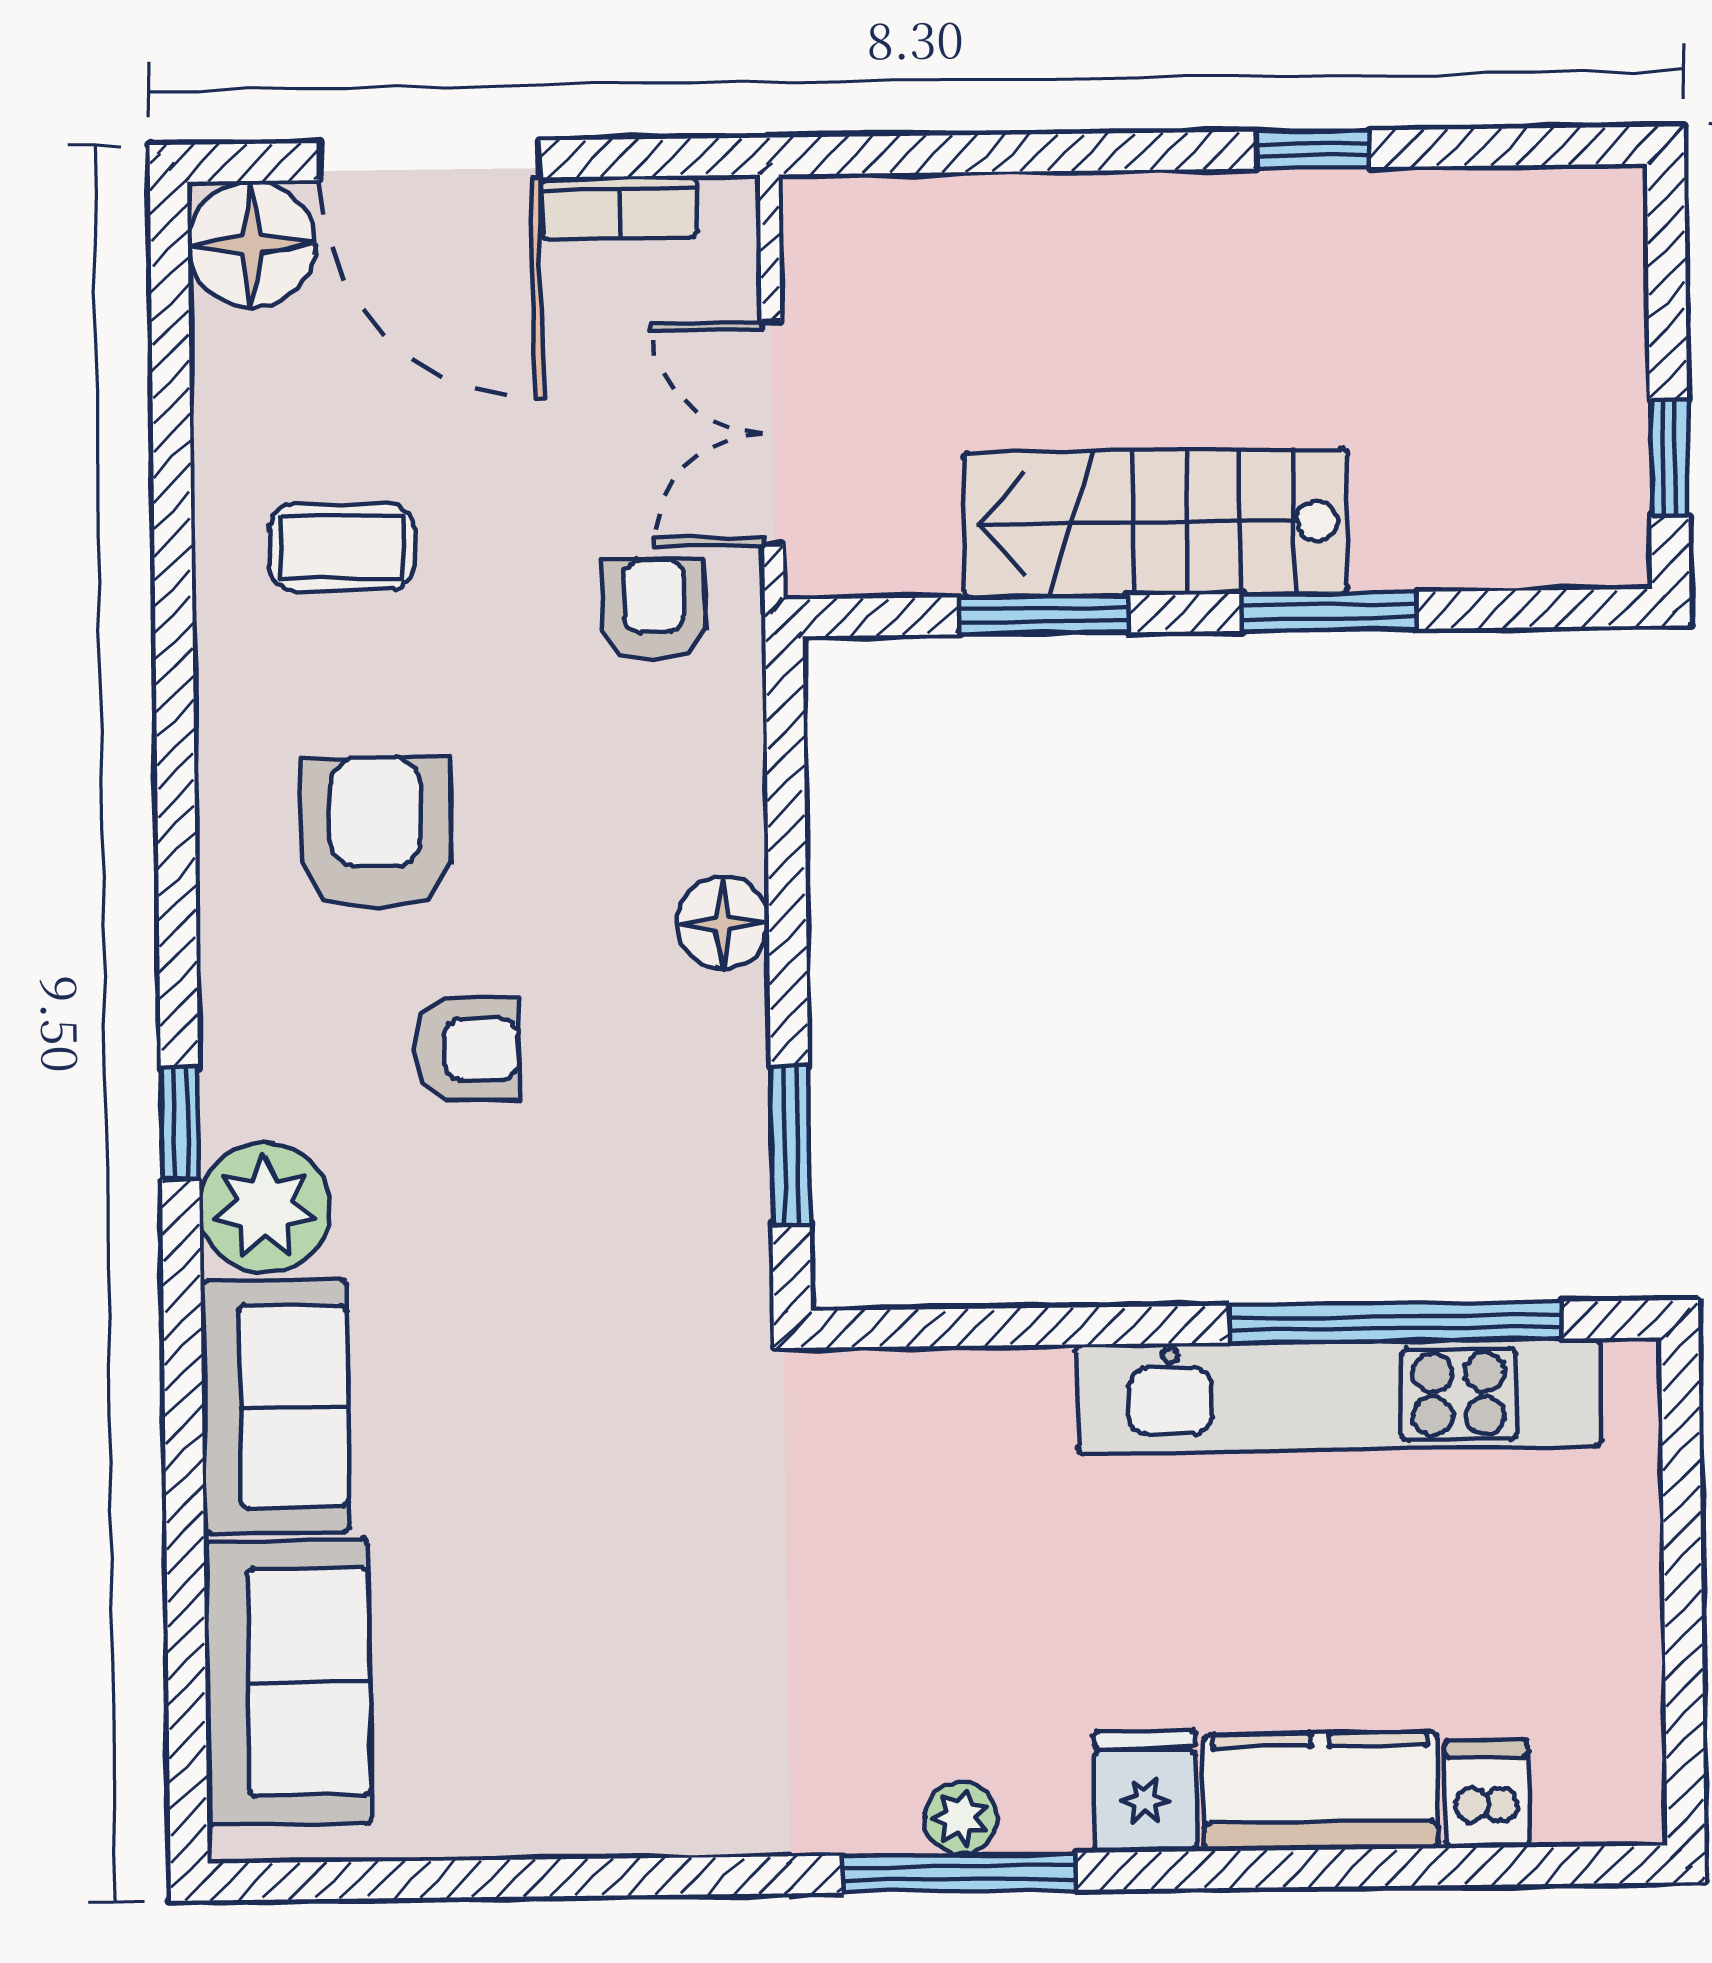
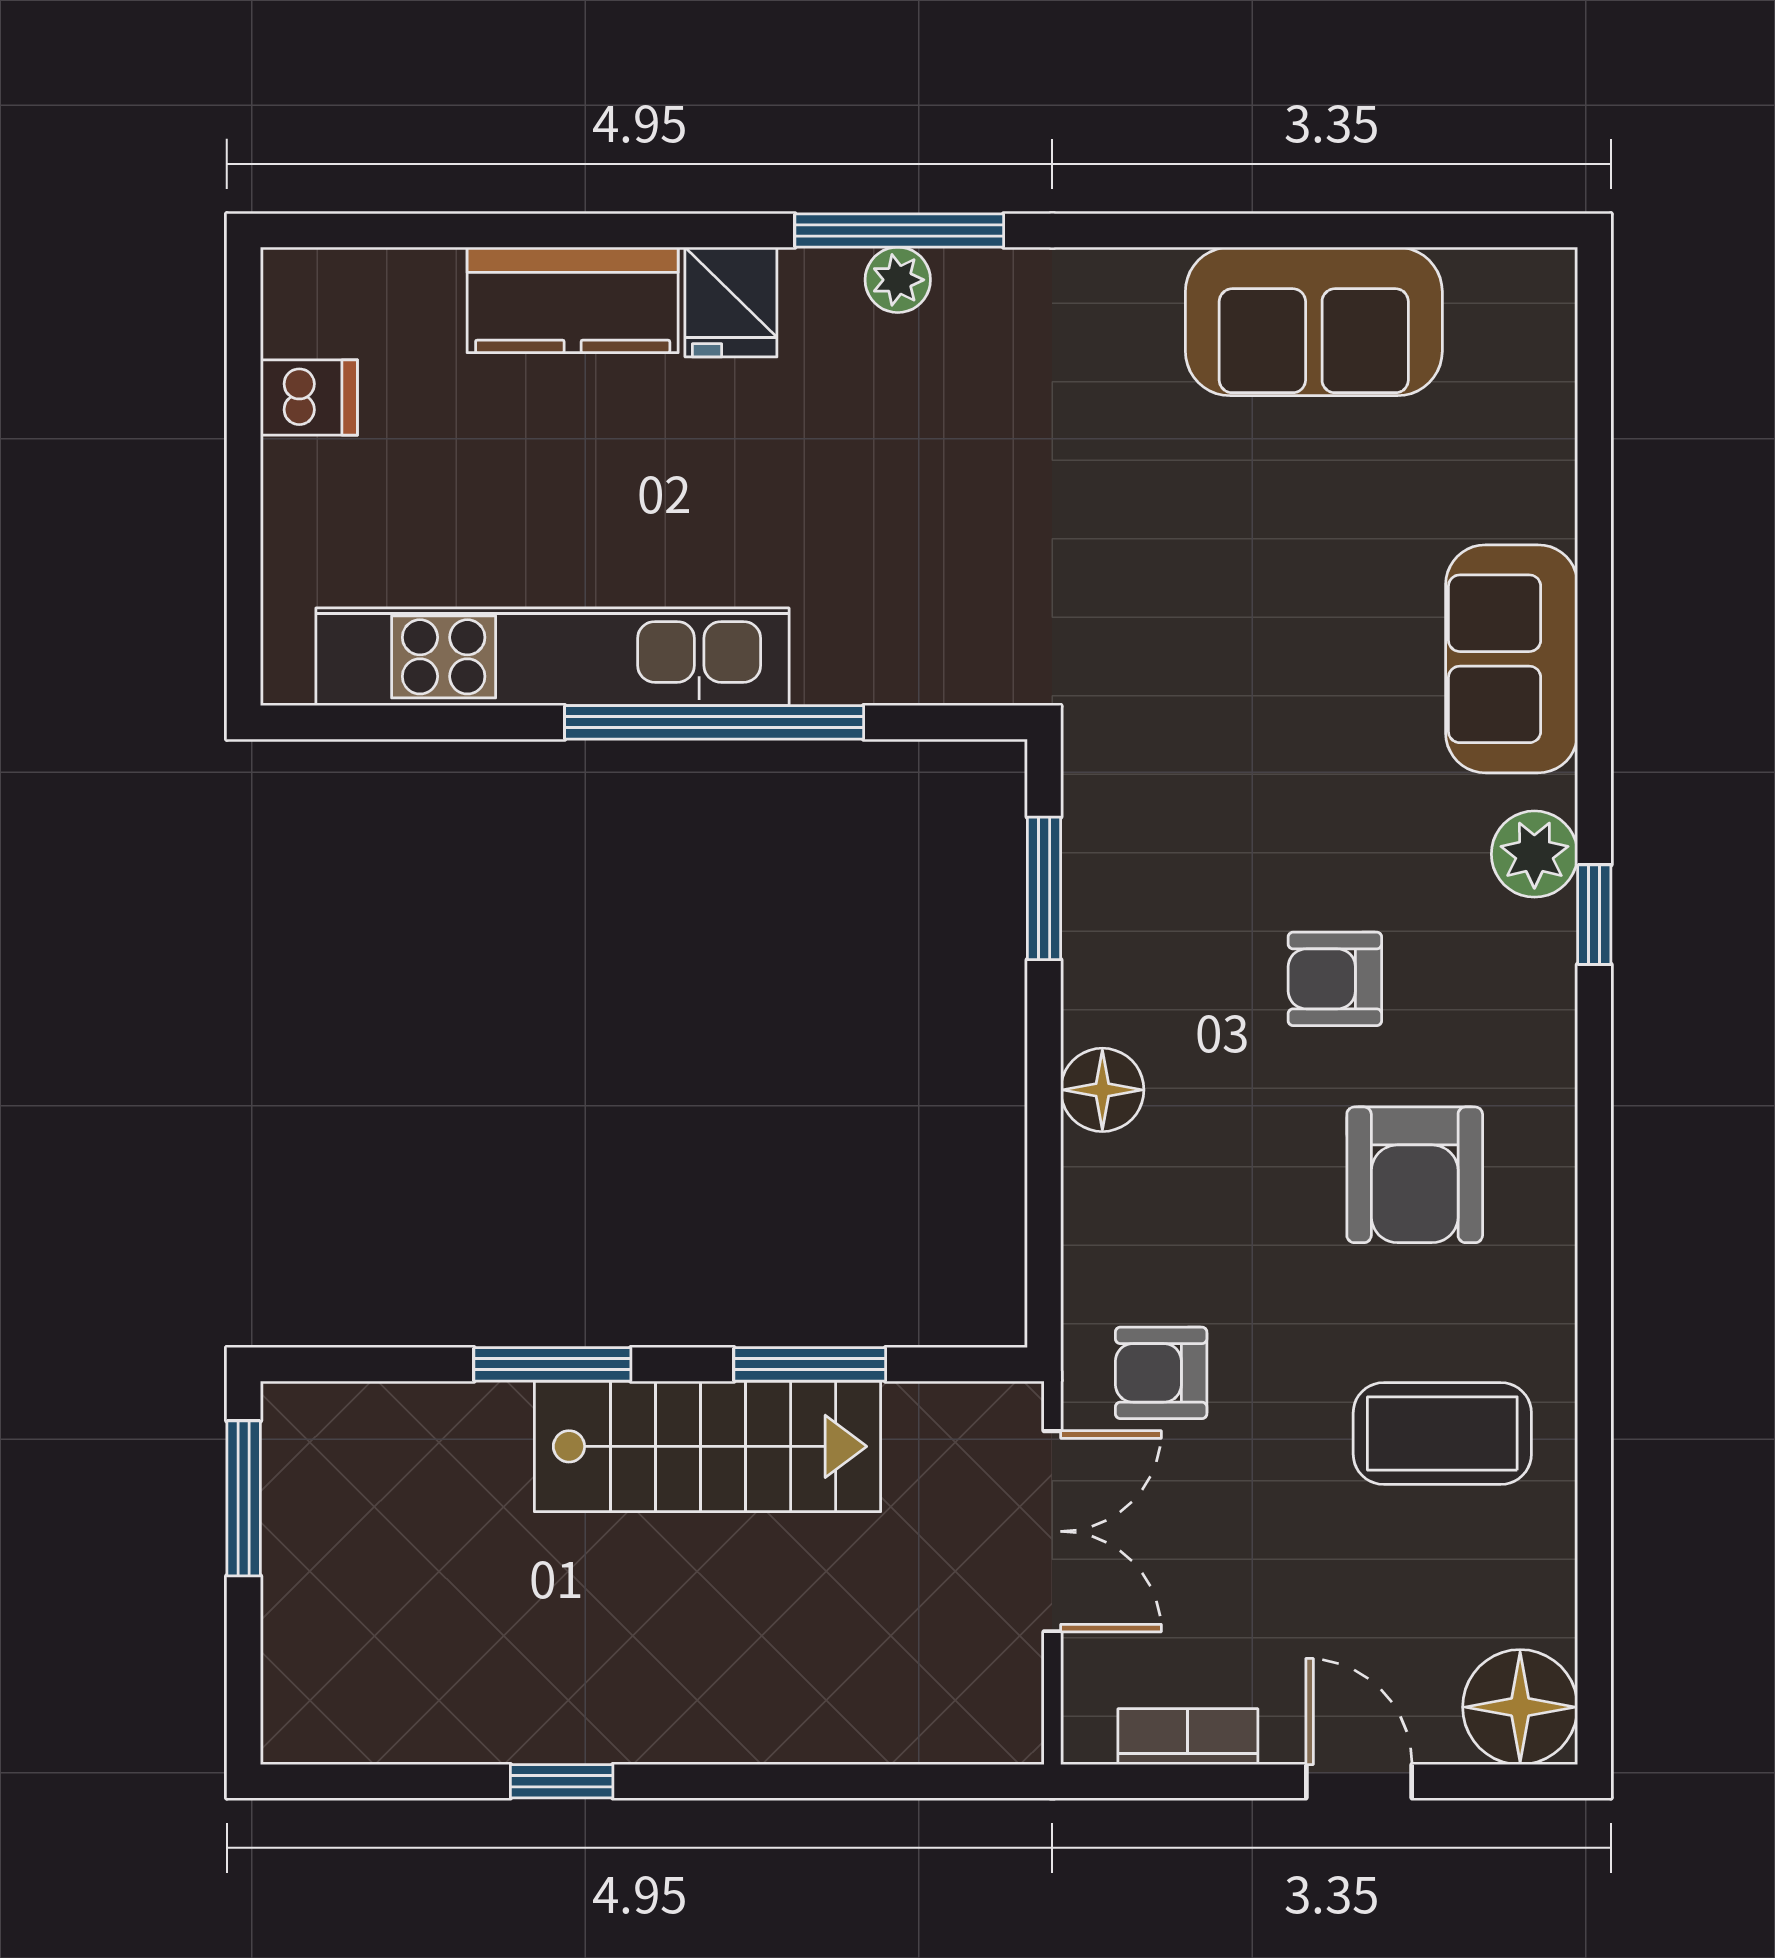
door: (429, 160) -> (1359, 1781), width x0.53
window: (1669, 459) -> (244, 1498), width x1.50
coffee table: (342, 547) -> (1442, 1433), width x1.36, depth x1.30
armchair: (654, 610) -> (1161, 1373), turned 90
plant: (265, 1207) -> (1534, 854), width x0.73, depth x0.73
window: (1395, 1322) -> (714, 722), moved
sofa: (288, 1682) -> (1314, 321), moved, turned -90
dishwasher: (1487, 1794) -> (309, 397), moved, turned -90

